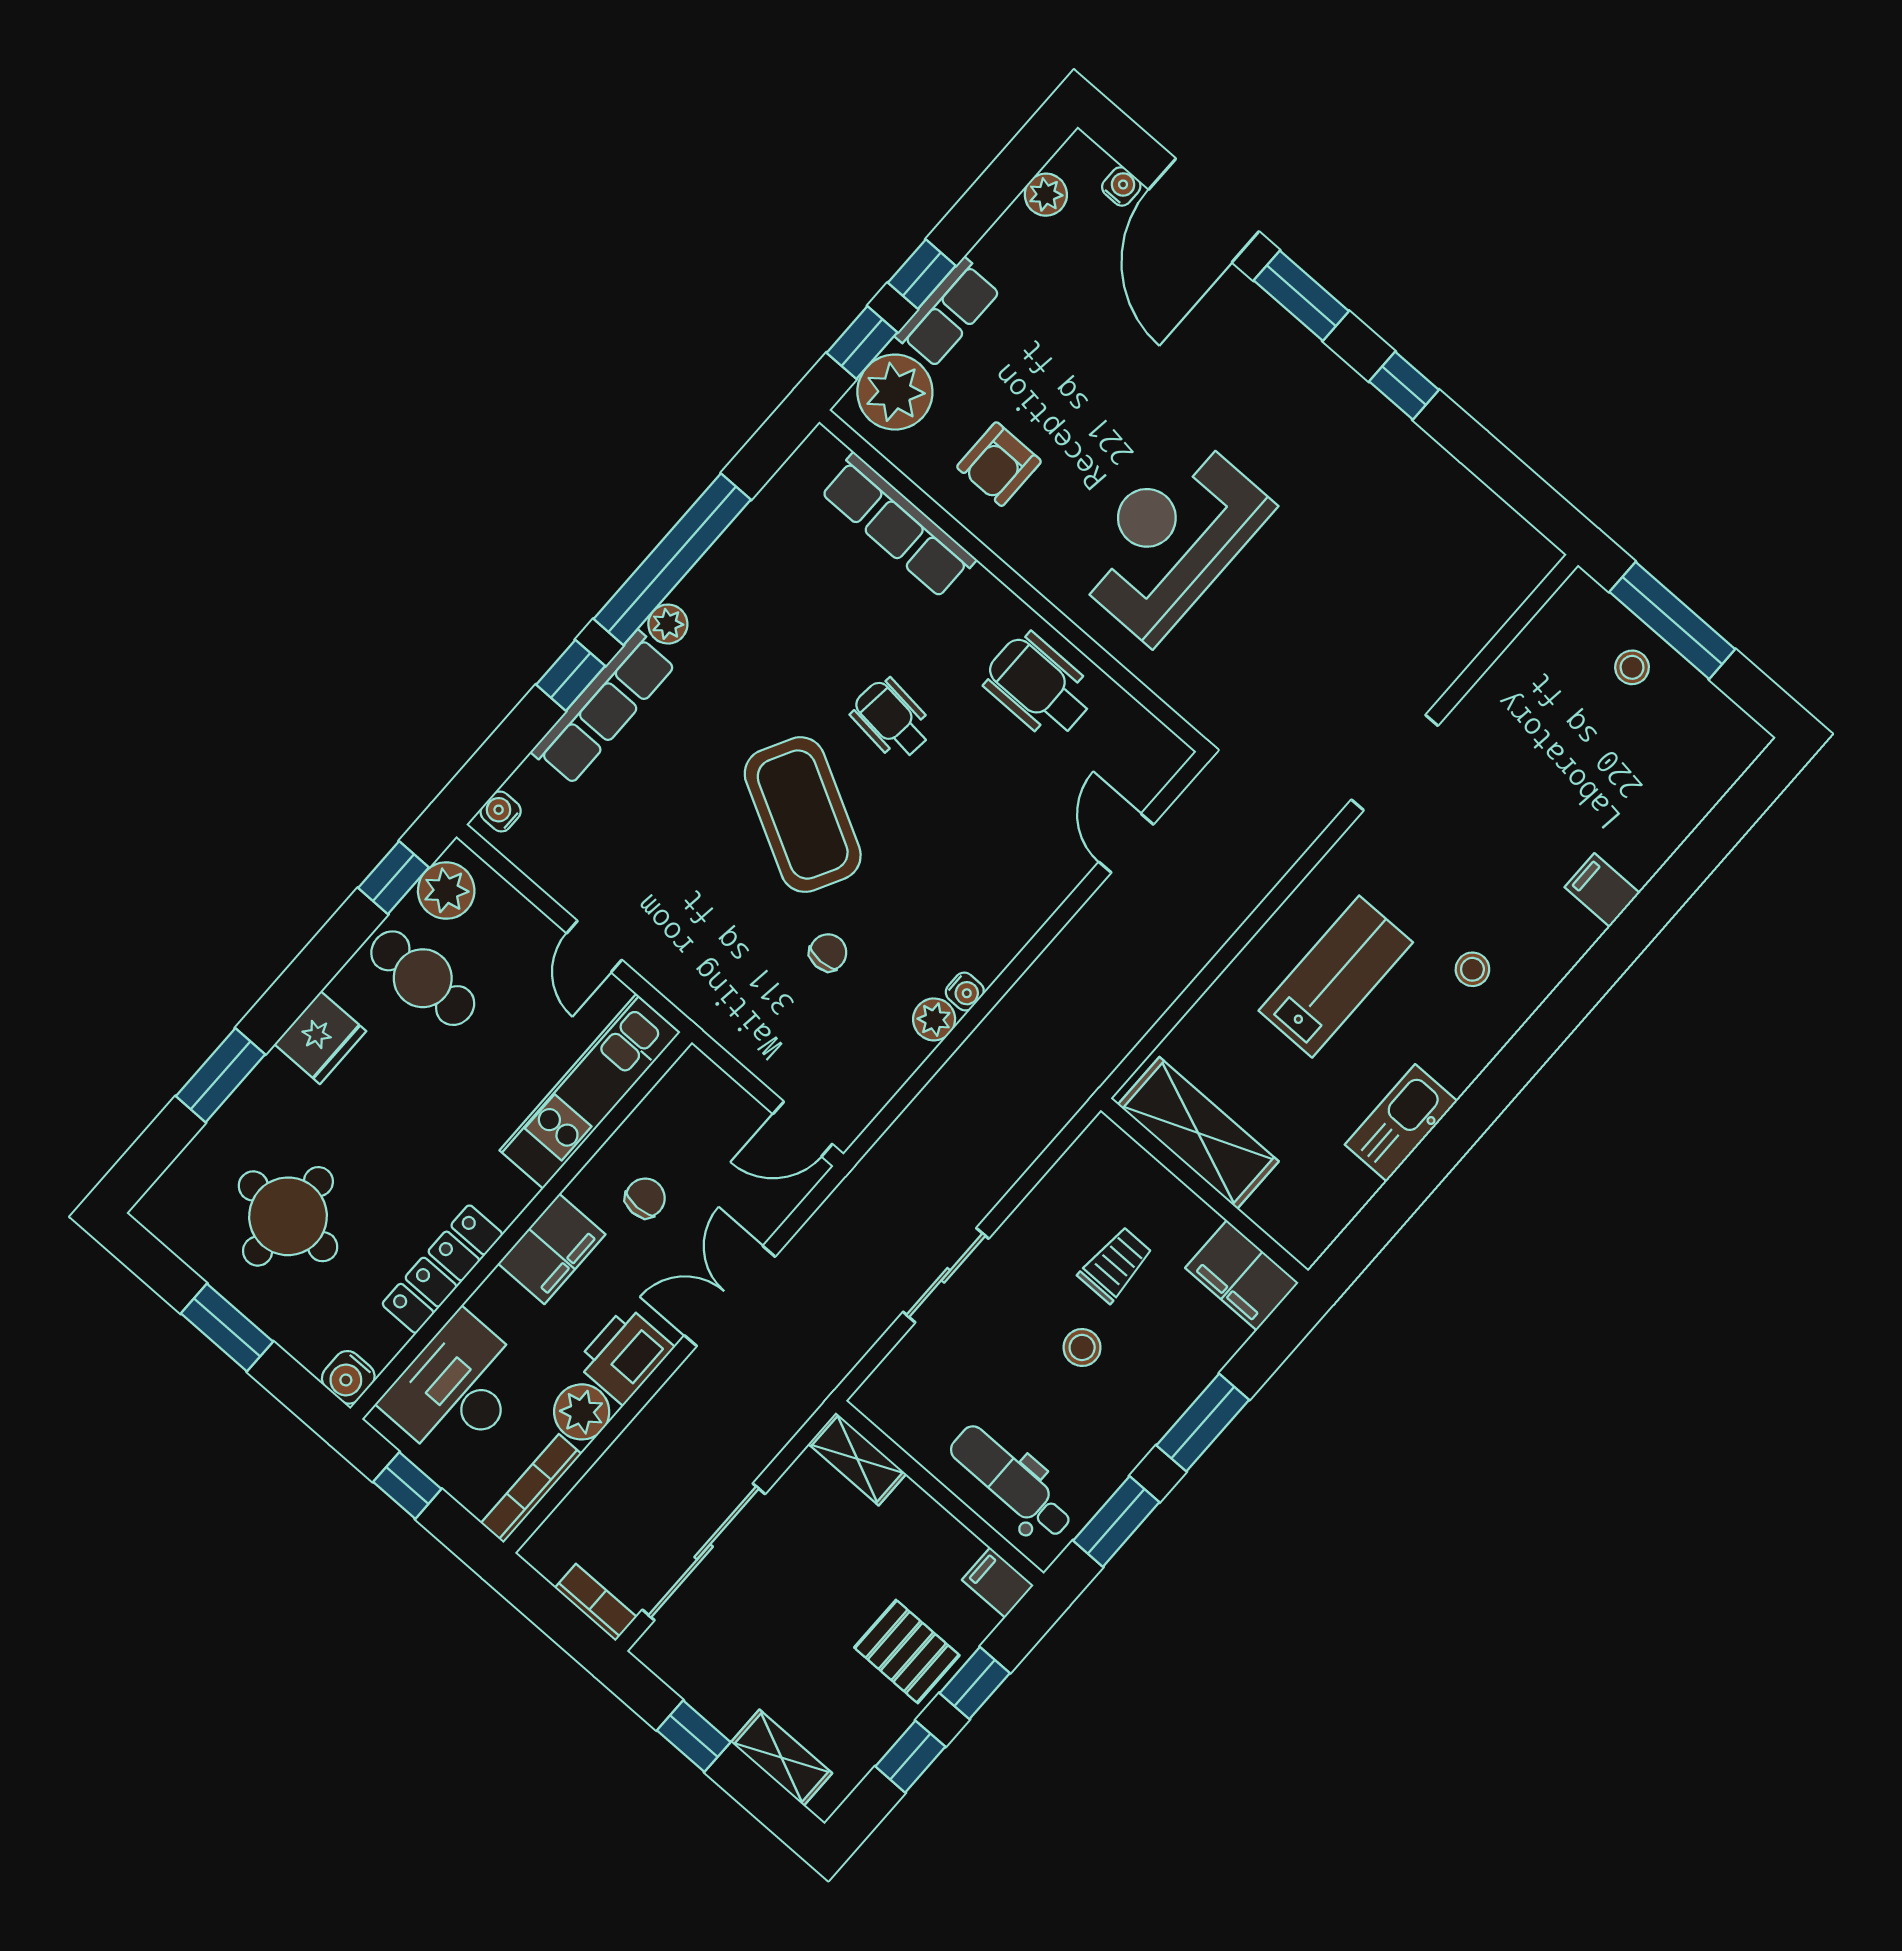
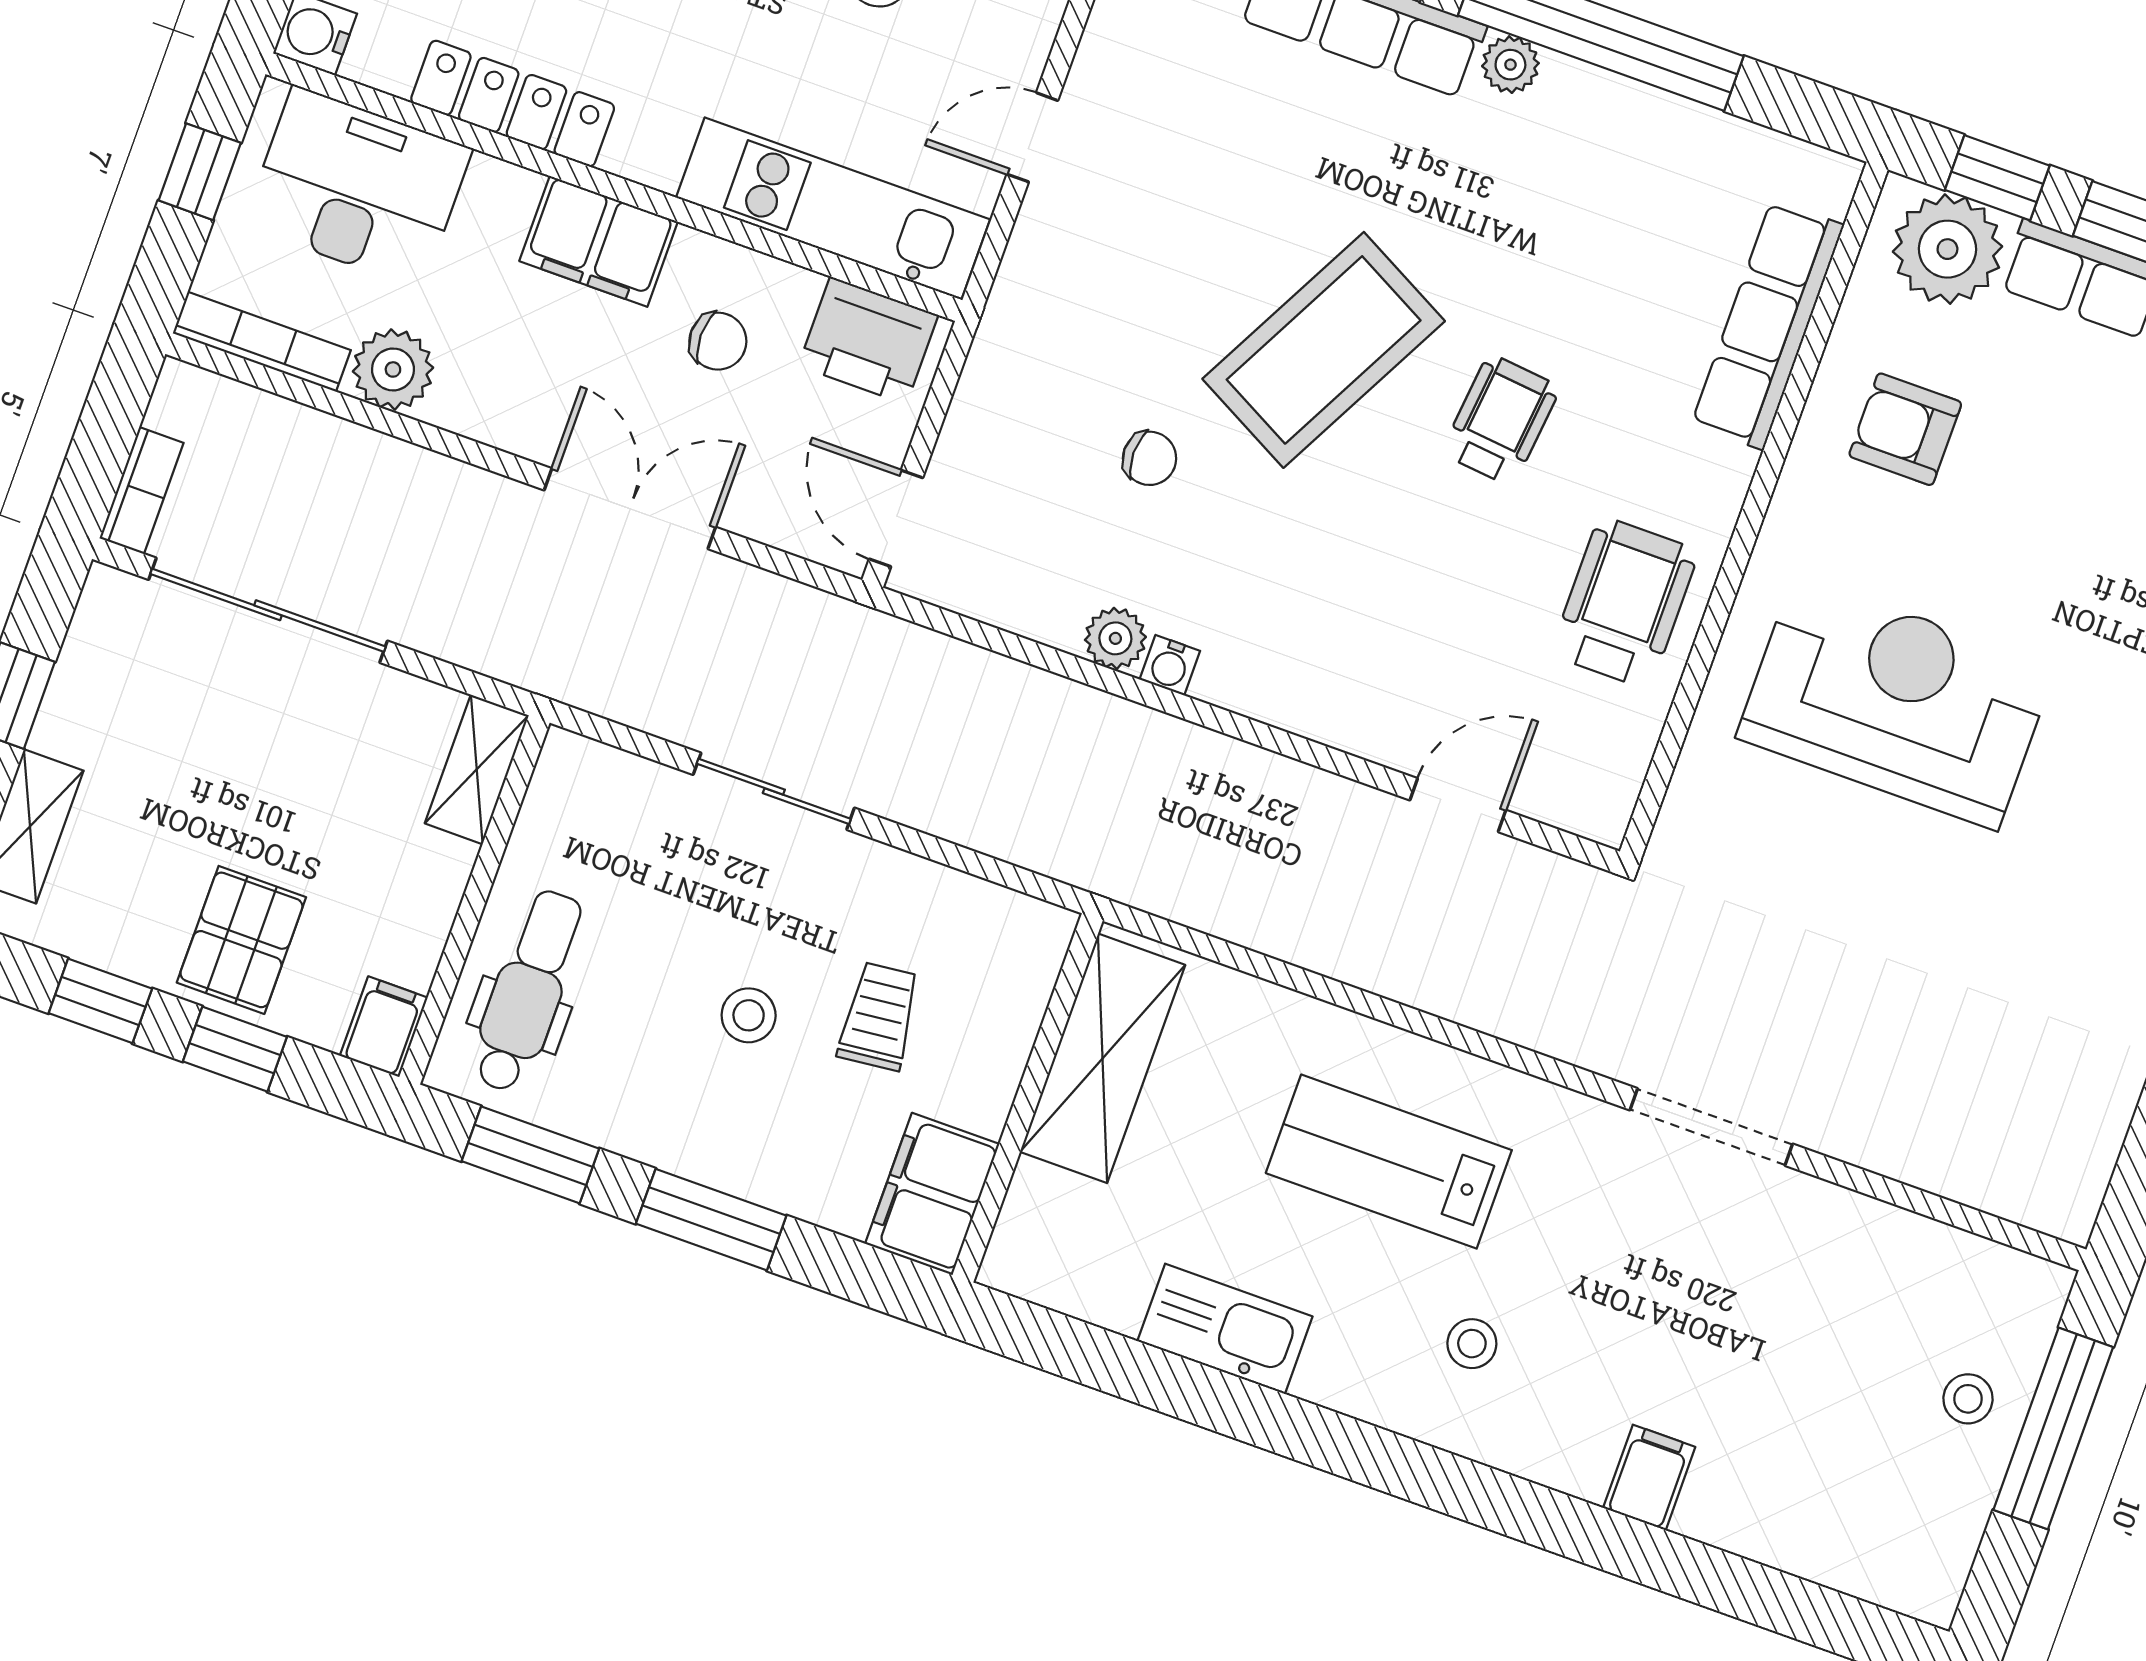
lab bench: (1336, 977) -> (1389, 1162), turned 180
trolley: (1115, 1265) -> (879, 1016), turned -96
printer: (625, 1355) -> (868, 340), moved, turned 180

